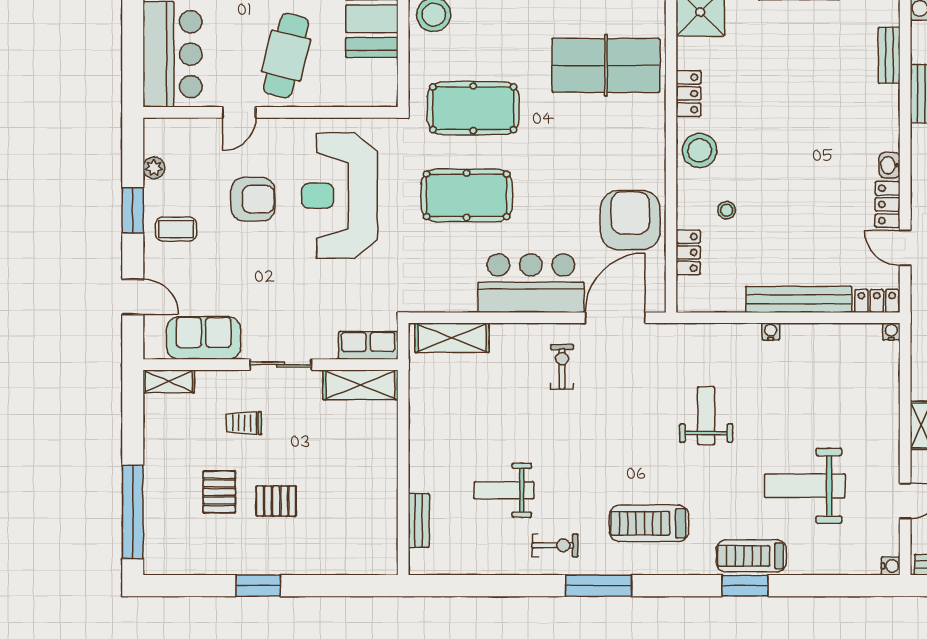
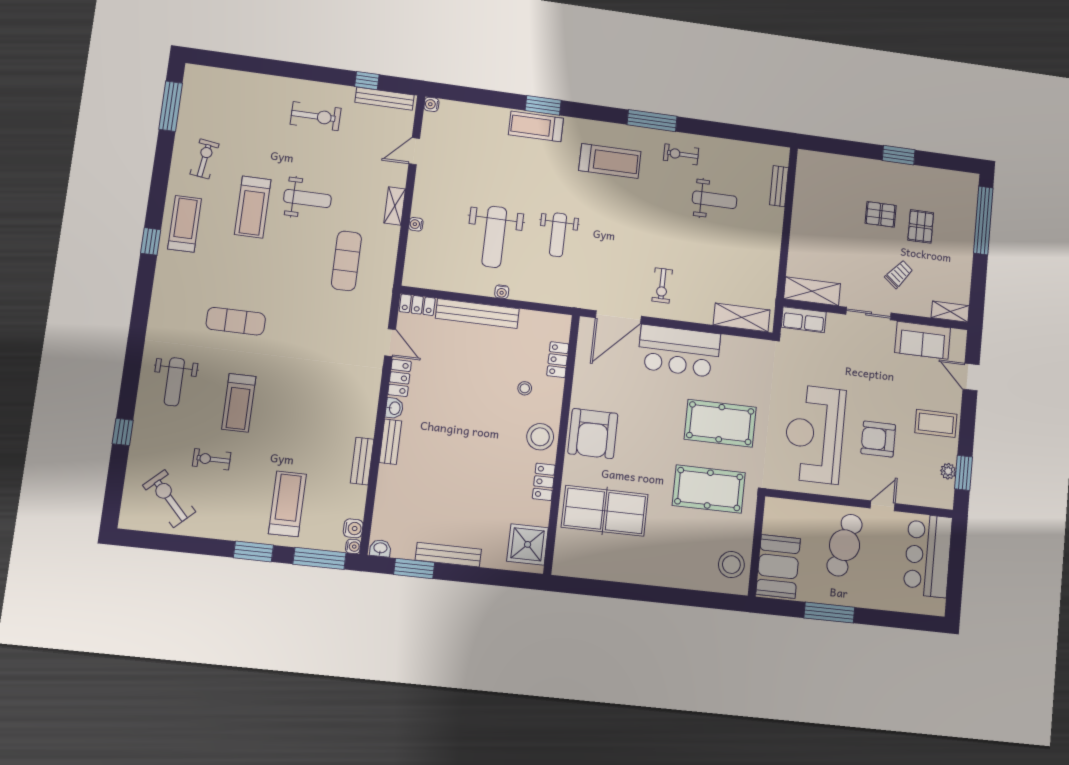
bench: (889, 55) -> (390, 442), moved
reception desk: (339, 196) -> (815, 434), turned 180
window: (133, 210) -> (963, 473), moved
armchair: (630, 220) -> (593, 434), moved
coffee table: (176, 229) -> (936, 423), width x1.36, depth x1.30
water cooler: (891, 332) -> (416, 224), moved, turned 90
trolley: (244, 423) -> (899, 274), turned -51
weight bench: (805, 486) -> (494, 237), moved, turned 90
treadmill: (751, 556) -> (536, 126), turned 180

